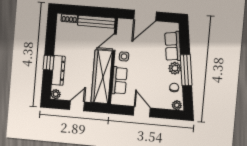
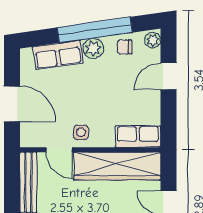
window: (186, 70) -> (95, 30), width x1.46
row of seats: (119, 81) -> (138, 136), moved
door: (142, 112) -> (168, 76), moved

